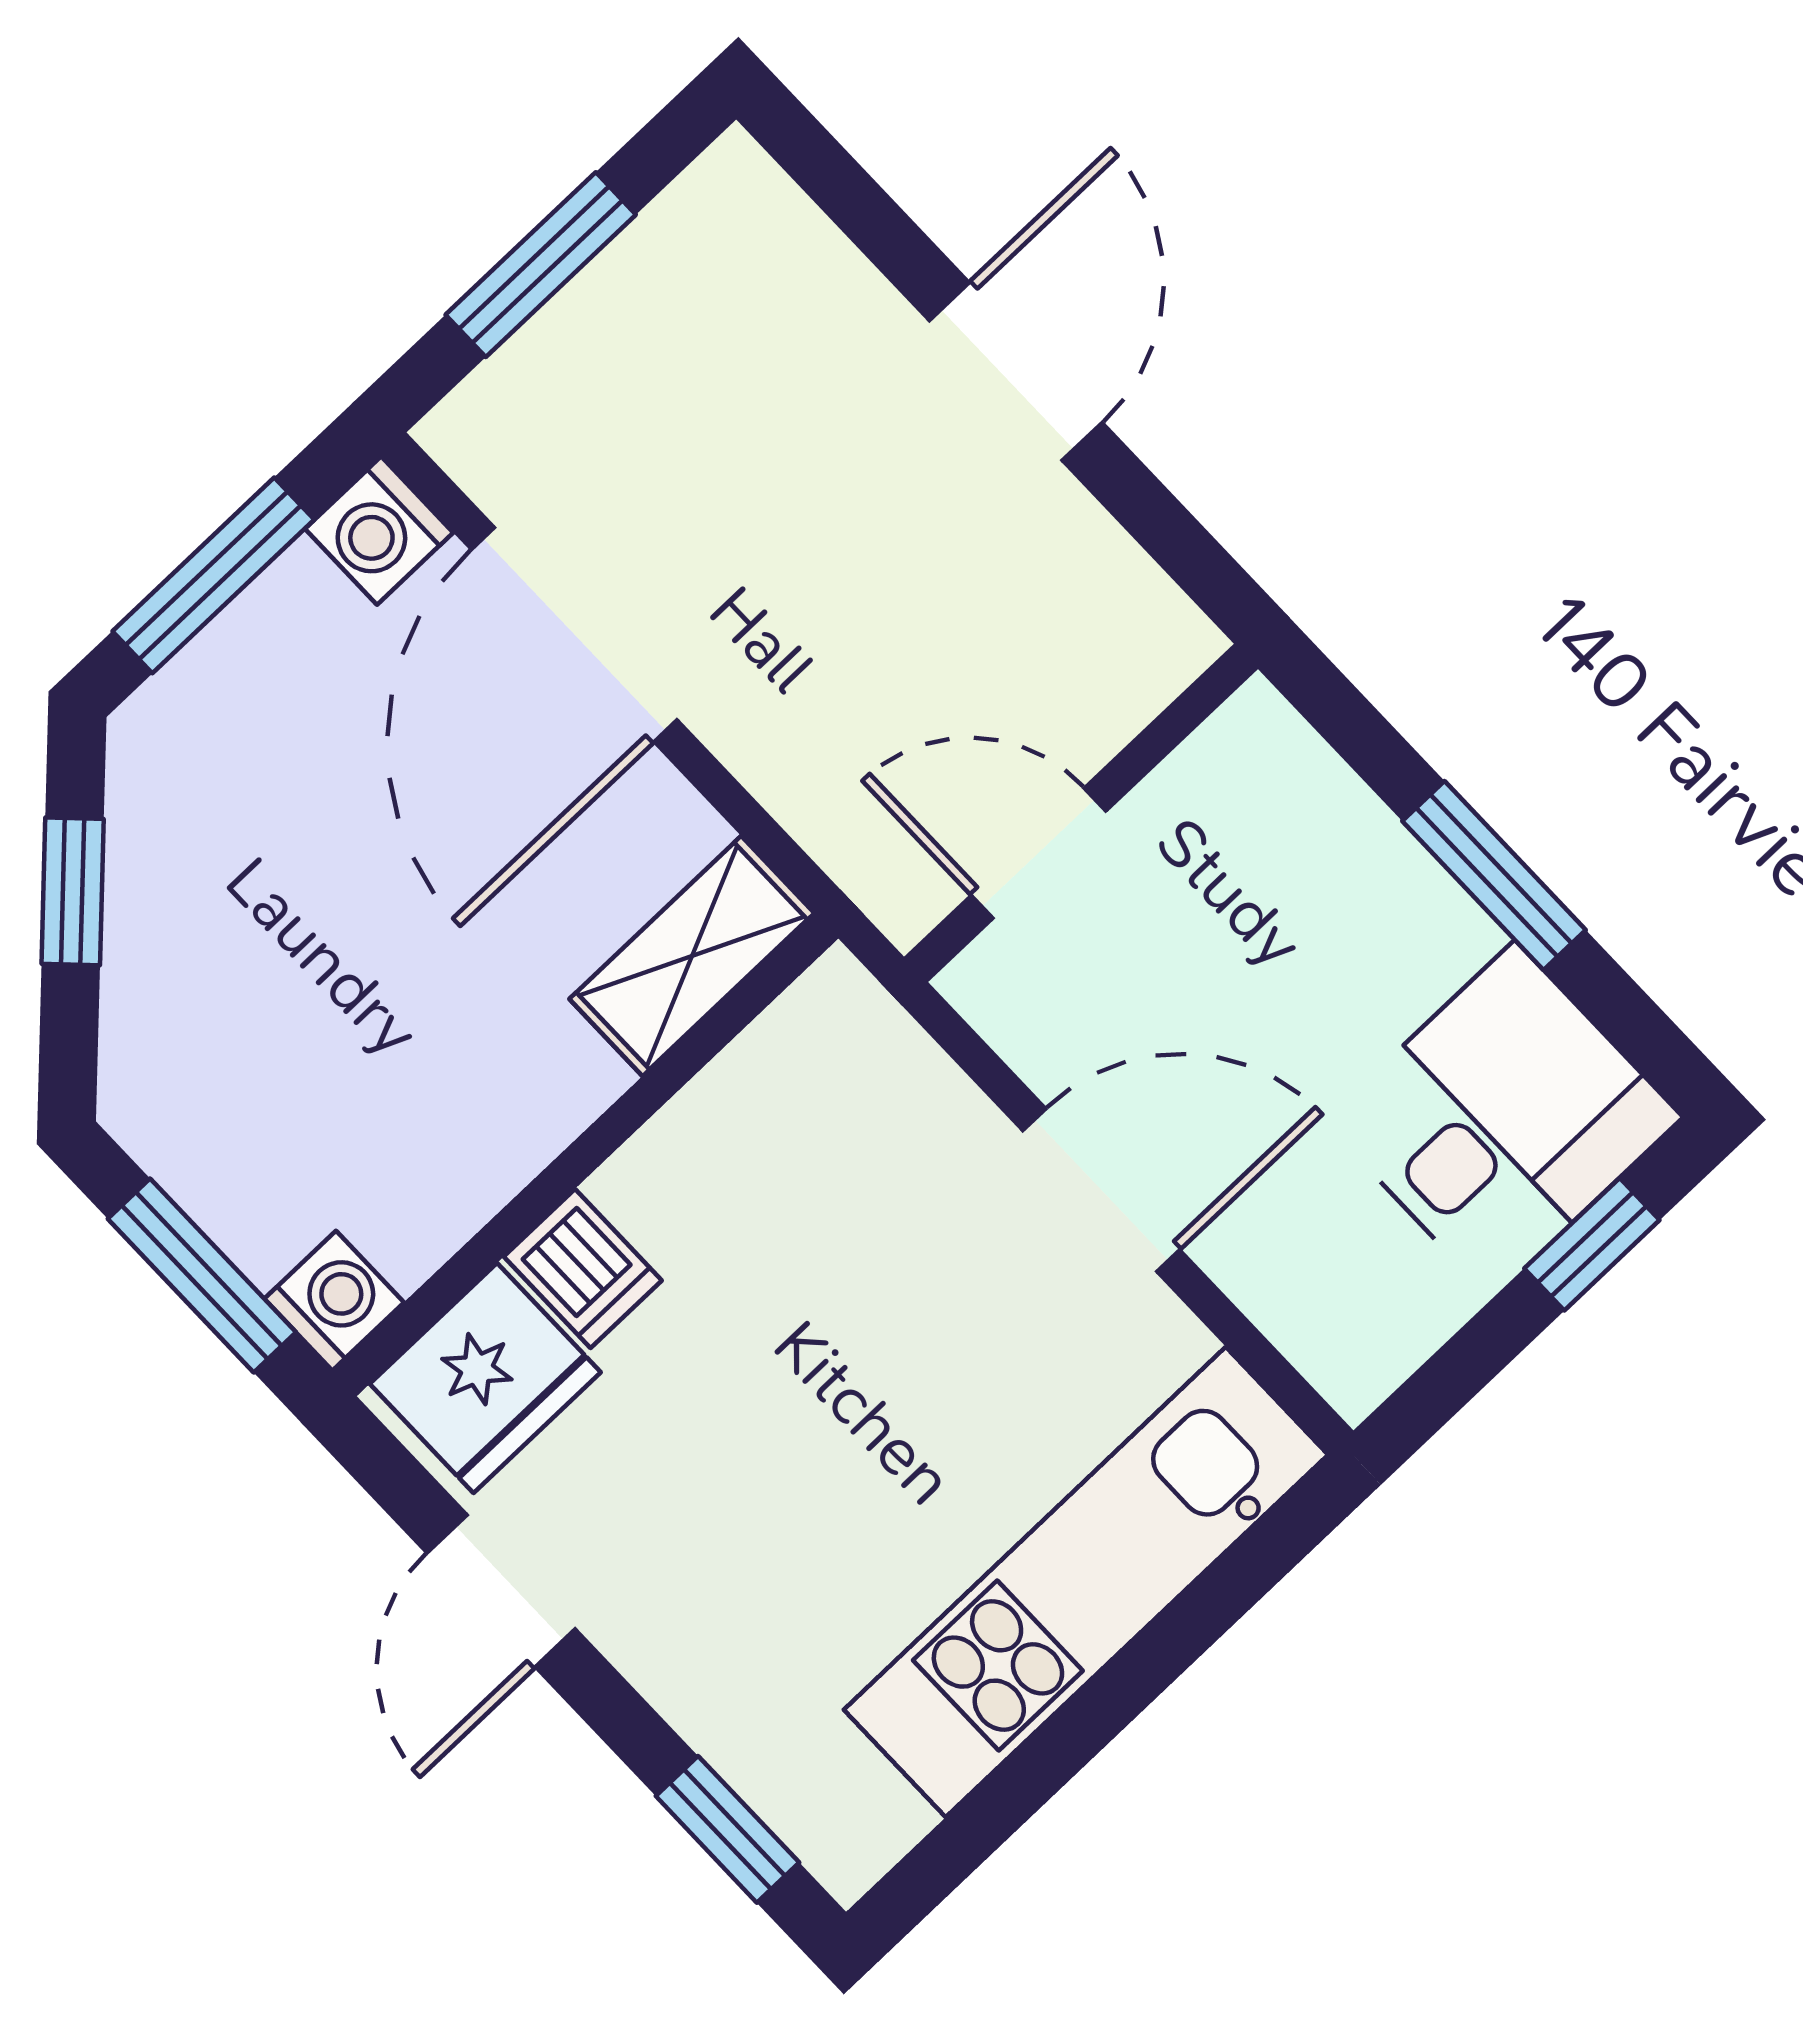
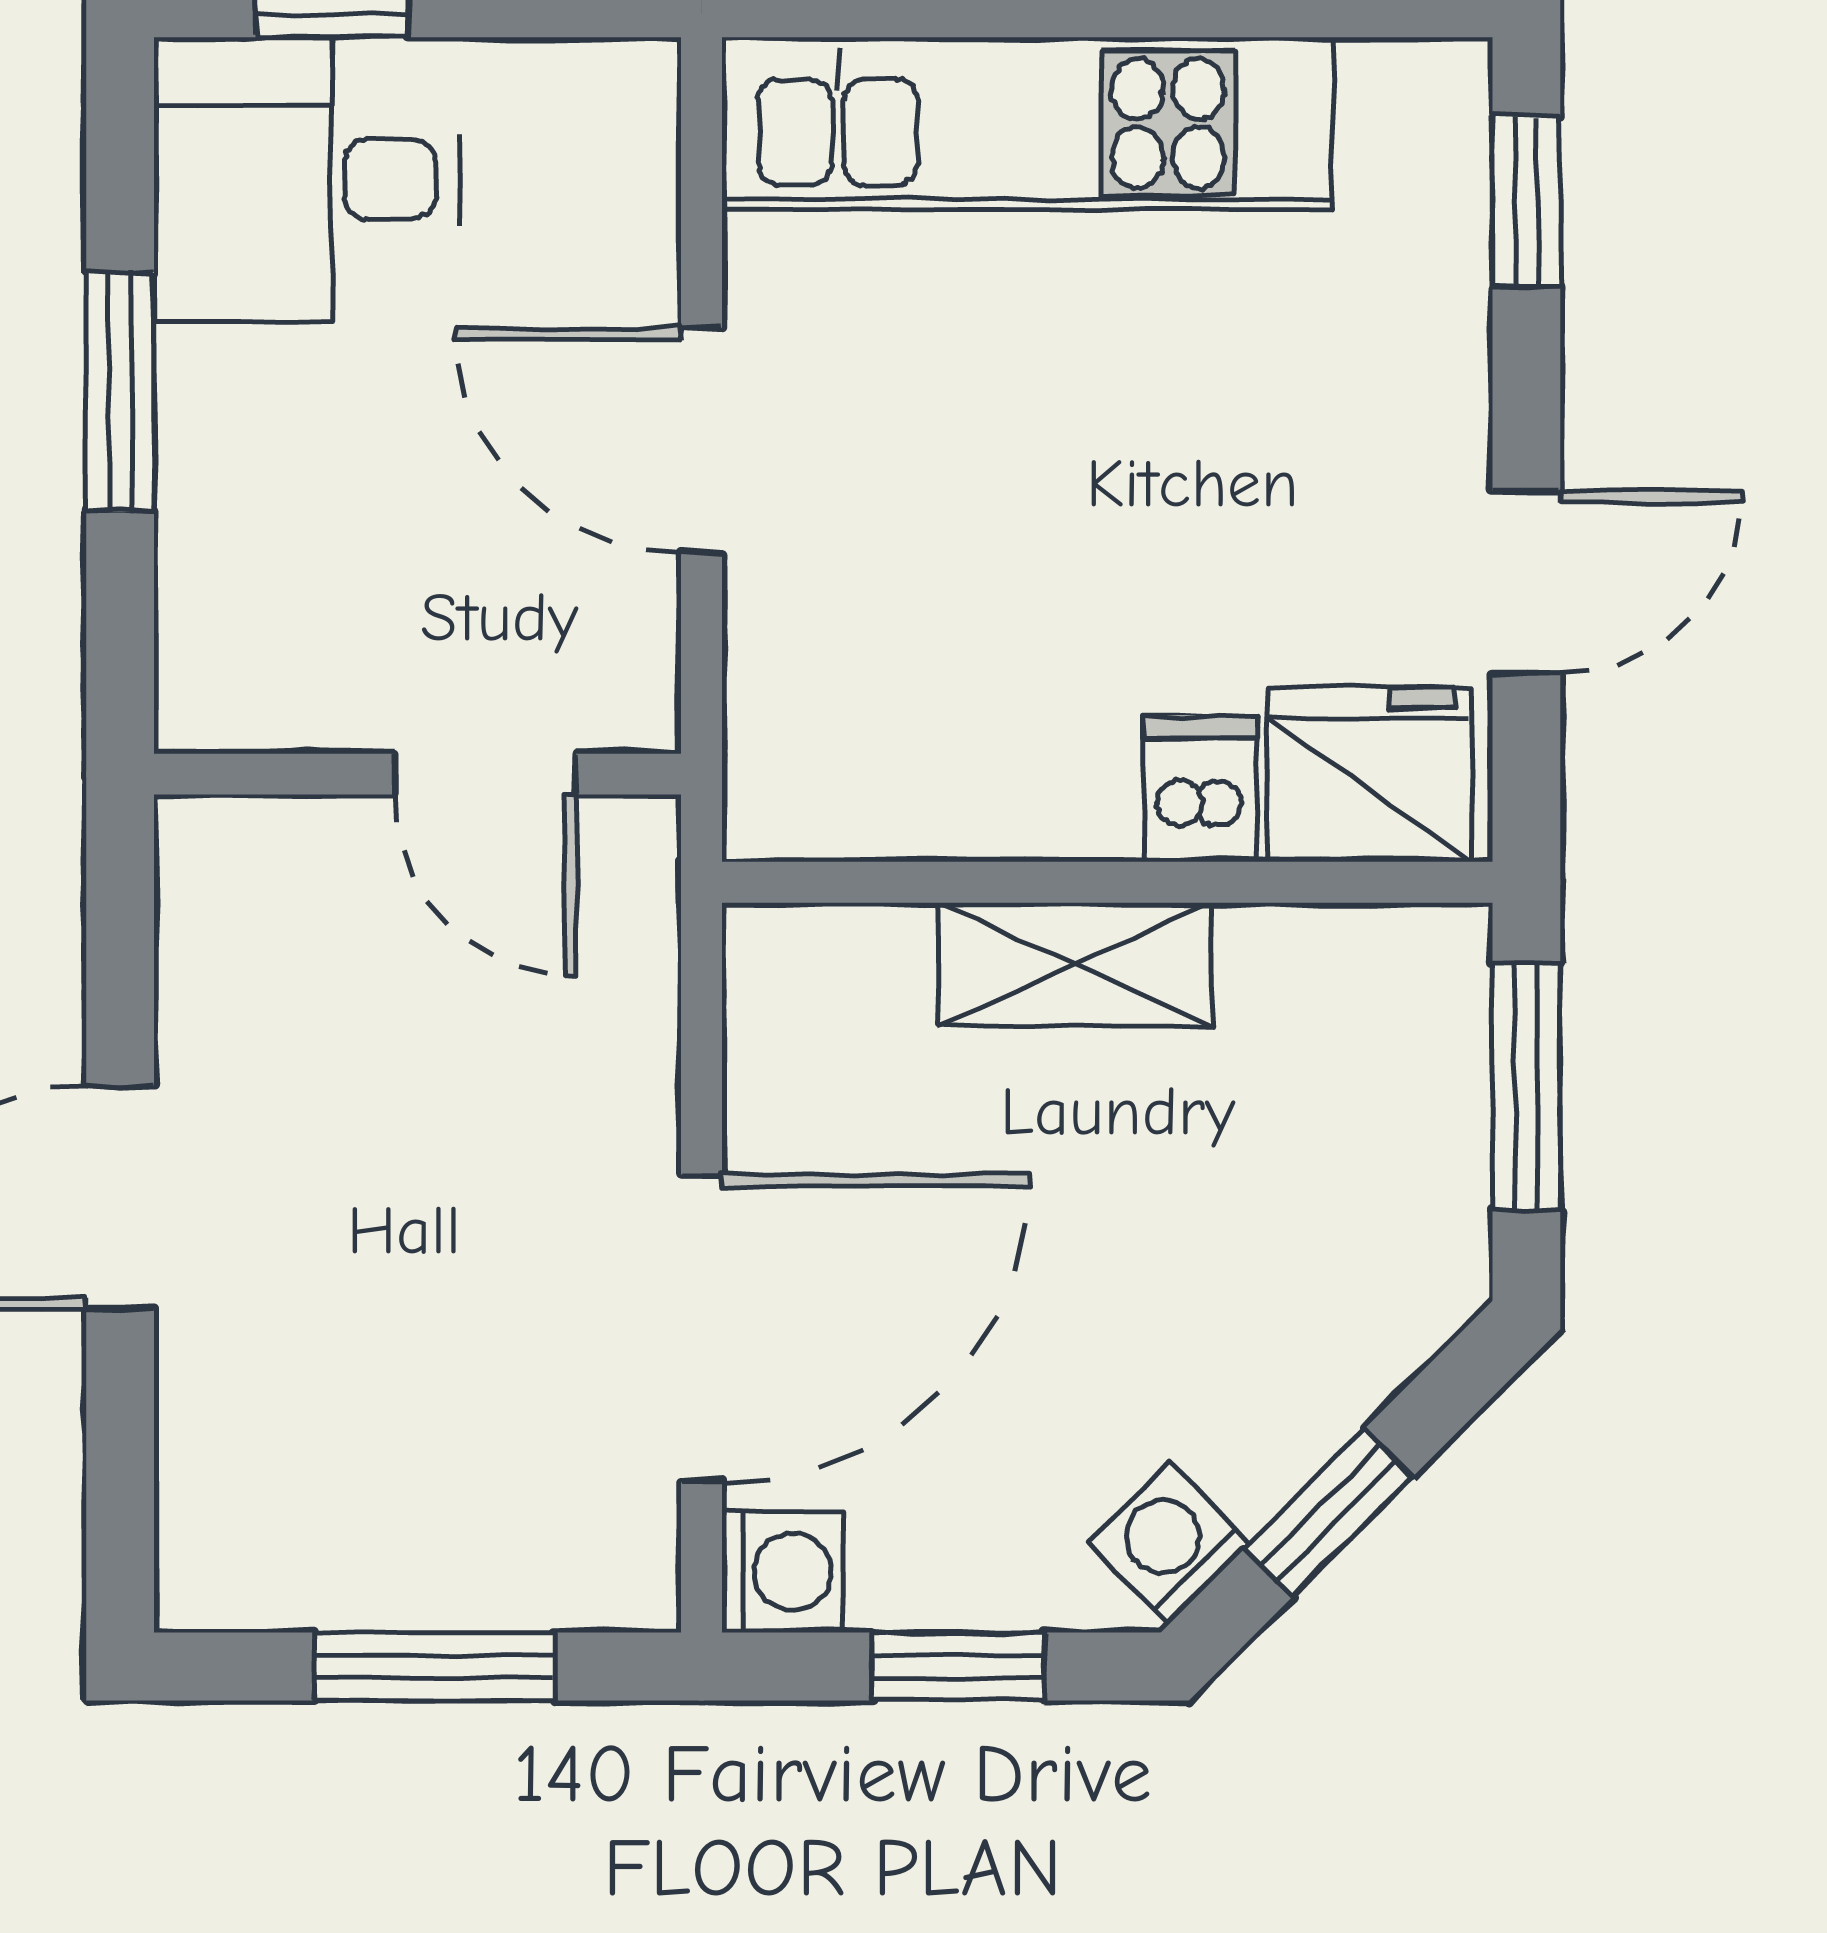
window: (213, 575) -> (958, 1667), width x0.67
shelving: (692, 956) -> (1075, 964), moved
washing machine: (334, 1301) -> (1169, 1543), moved, turned 45

